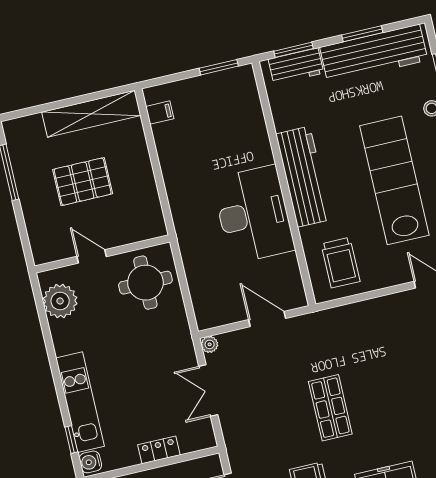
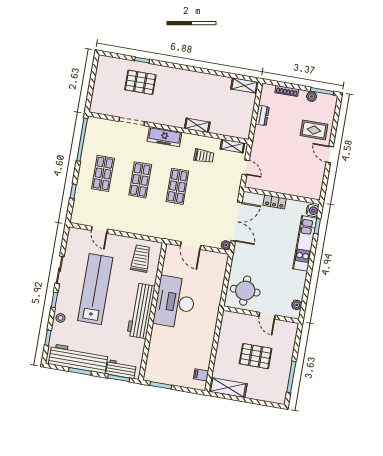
shelving: (91, 114) -> (228, 388), width x0.68
lab bench: (394, 180) -> (95, 289), turned 180
plant: (60, 301) -> (297, 305), width x0.53, depth x0.53
double door: (208, 391) -> (236, 222), width x1.37
shop shelf: (396, 392) -> (140, 180), added

